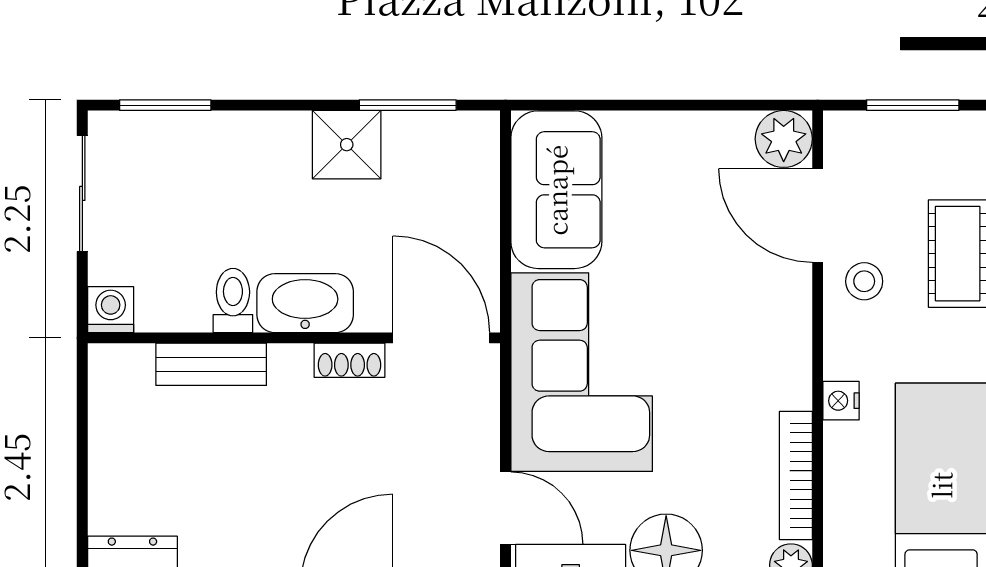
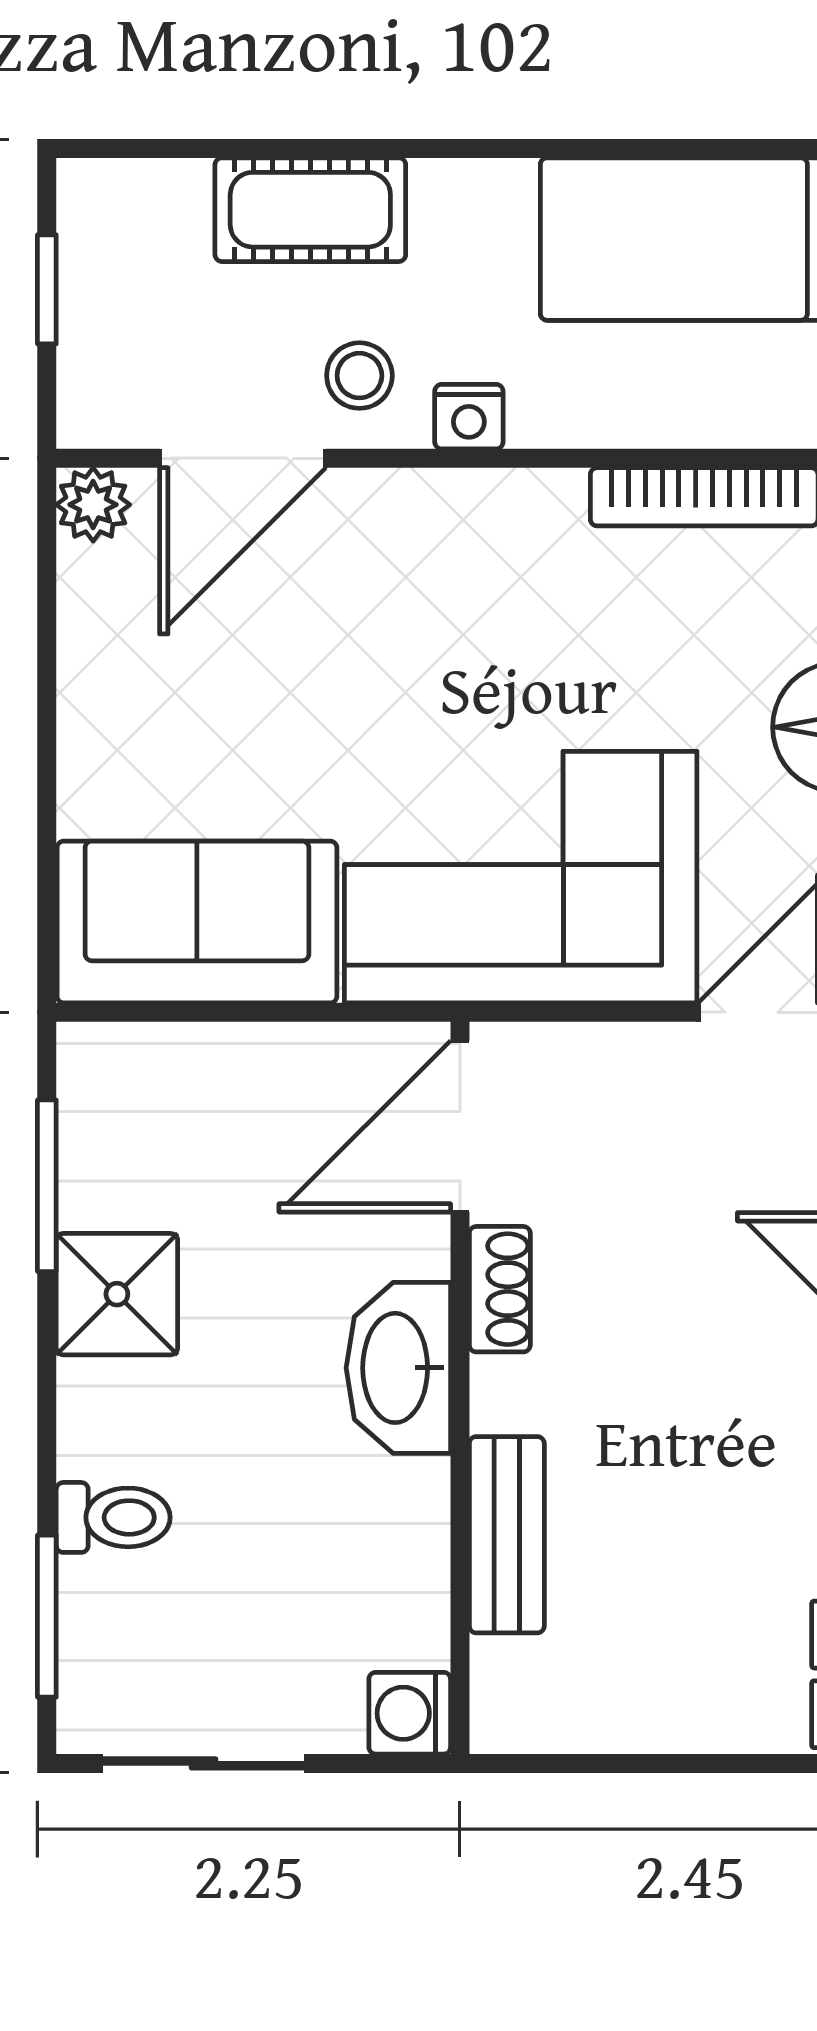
window: (913, 105) -> (47, 289), width x0.67
plant: (784, 139) -> (93, 505), width x0.73, depth x0.73
toilet: (233, 300) -> (113, 1517), moved, turned 180
nightstand: (841, 401) -> (469, 417), moved

